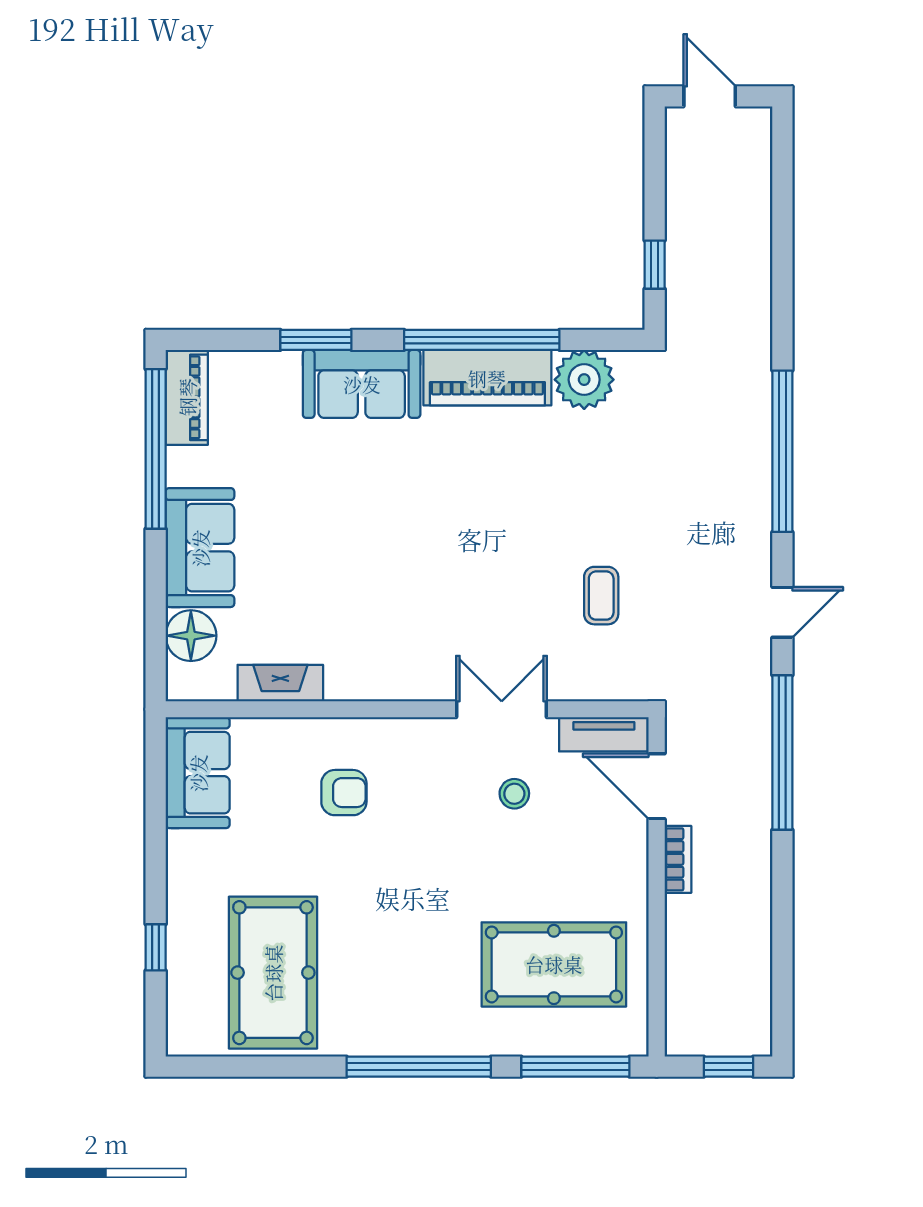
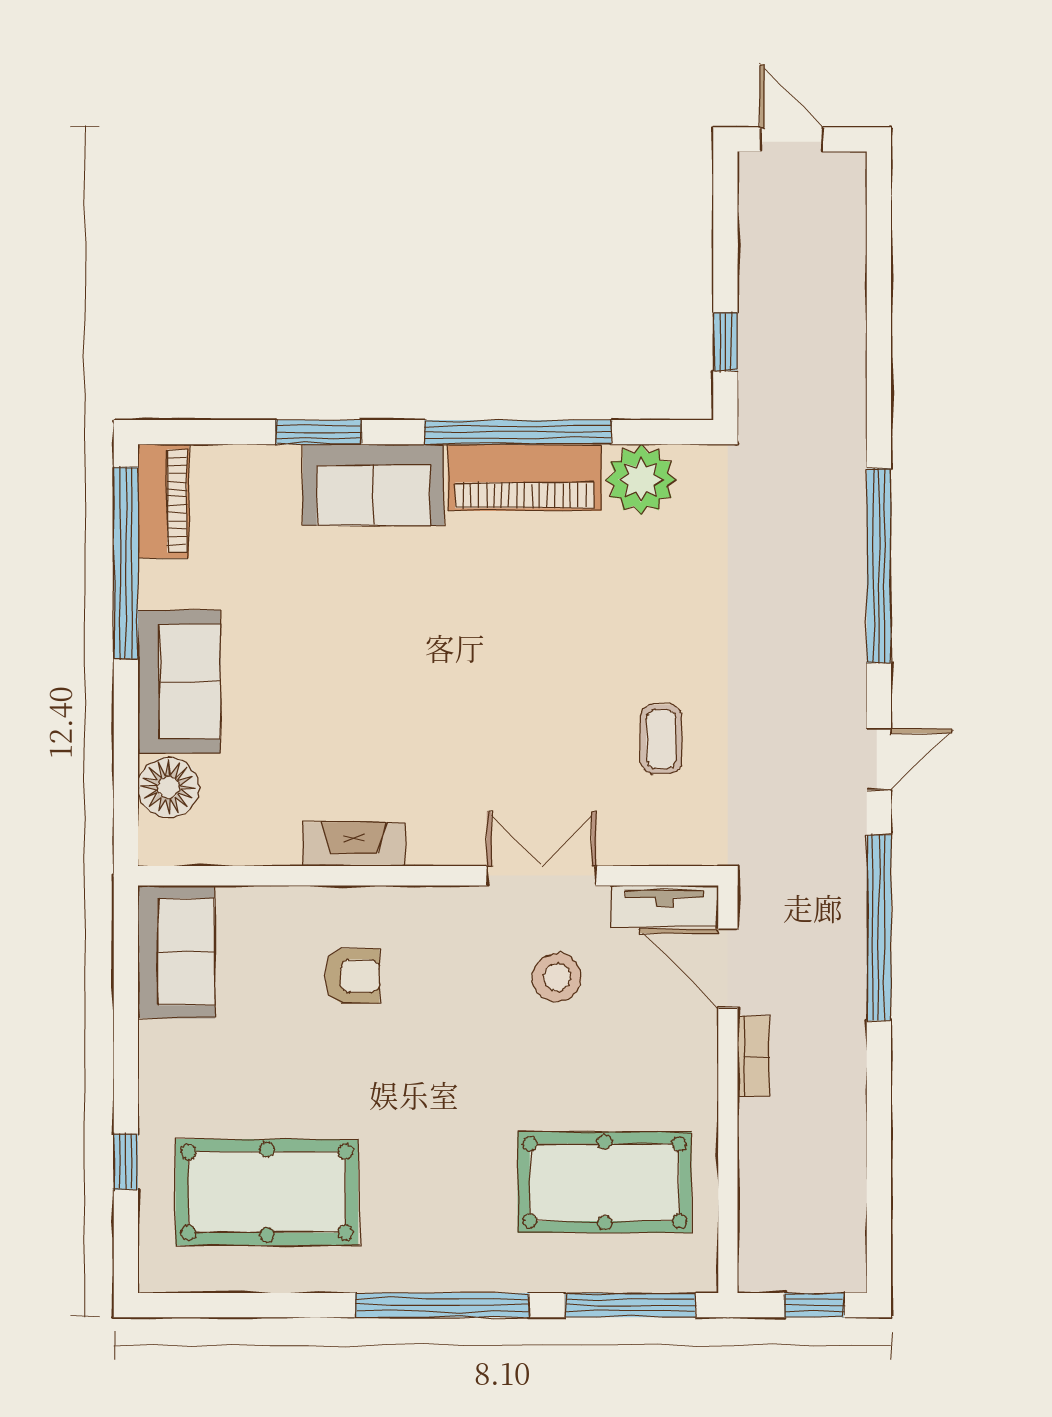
fireplace: (280, 683) -> (354, 844), moved
stool: (514, 794) -> (557, 977), width x1.37, depth x1.37
pool table: (273, 973) -> (267, 1192), turned 90

